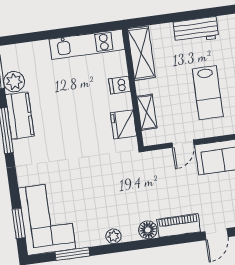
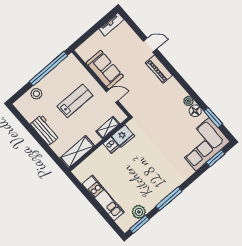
kitchen unit: (87, 44) -> (103, 198), moved
dishwasher: (120, 85) -> (111, 145), moved
kitchen counter: (20, 116) -> (156, 197), removed
floor lamp: (148, 230) -> (195, 111), moved

